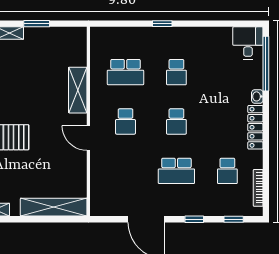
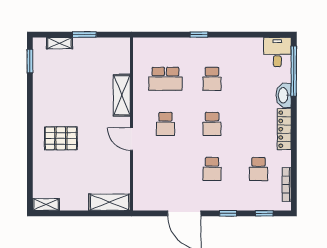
washbasin: (257, 96) -> (284, 95), width x1.91, depth x1.45
school desk: (176, 171) -> (212, 169), width x0.54
shelving: (54, 207) -> (110, 202), width x0.68

